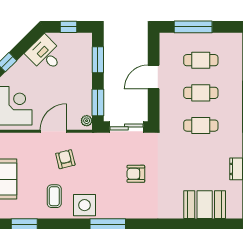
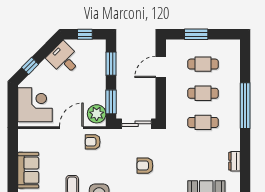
window: (193, 27) -> (196, 34), width x0.69
door: (154, 77) -> (161, 67), moved
plant: (87, 121) -> (97, 114), width x1.87, depth x1.87
armchair: (65, 159) -> (93, 142), moved, turned -76

